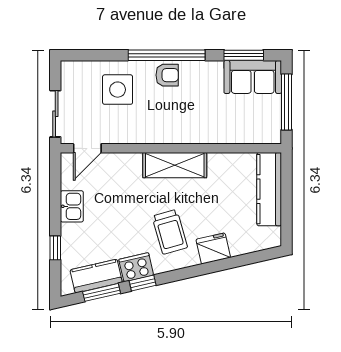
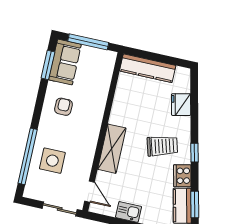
window: (167, 55) -> (28, 156), moved
armchair: (167, 75) -> (63, 107), moved
shelving: (175, 165) -> (112, 149), moved
fridge: (213, 248) -> (181, 105), moved
window: (143, 283) -> (195, 153), moved

